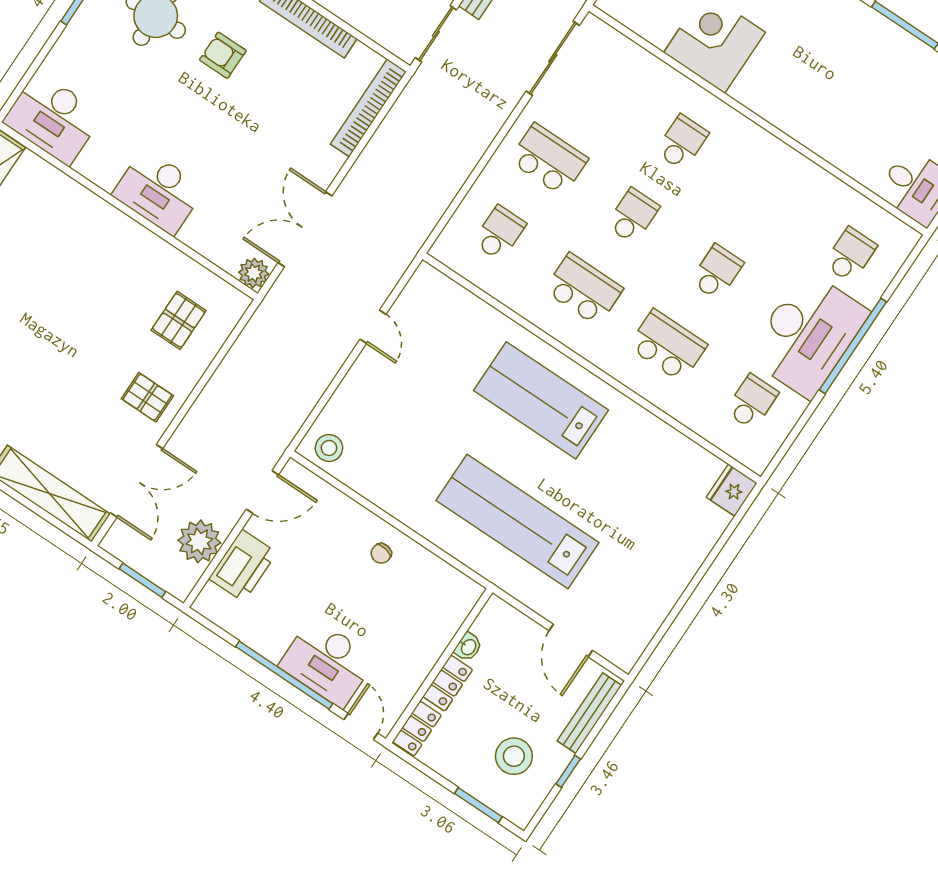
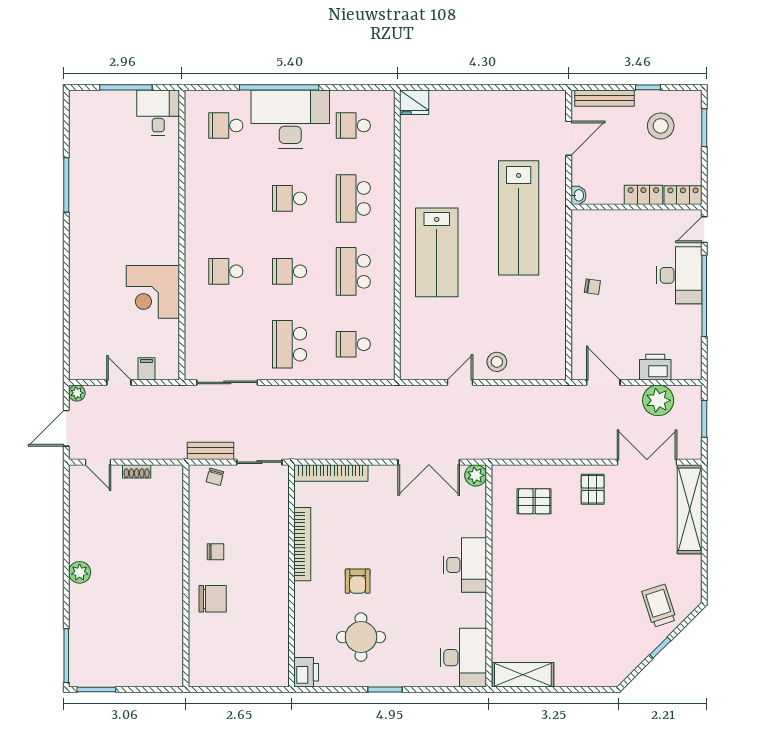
stool: (329, 448) -> (497, 362), moved
printer: (243, 566) -> (655, 367), width x0.73, depth x0.84
washbasin: (468, 647) -> (578, 195), moved, turned 90

